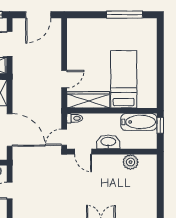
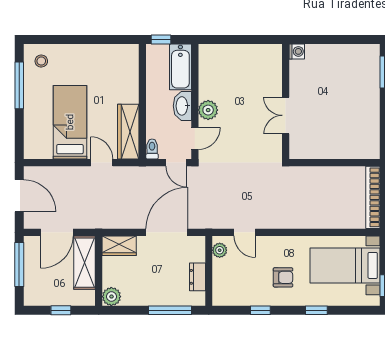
stool: (143, 32) -> (41, 61), added
bed: (124, 79) -> (70, 122), moved, turned 90
bathtub: (139, 122) -> (180, 67), moved, turned 180
plant: (131, 162) -> (208, 110), moved

